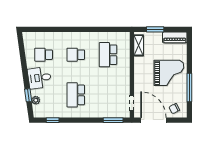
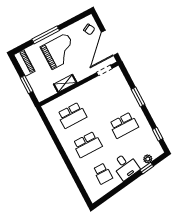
shelving: (139, 45) -> (65, 83), moved
school desk: (76, 55) -> (87, 144), width x1.85
grand piano: (169, 73) -> (59, 51), turned 90
window: (189, 88) -> (46, 35), moved
window: (113, 120) -> (138, 97), moved

